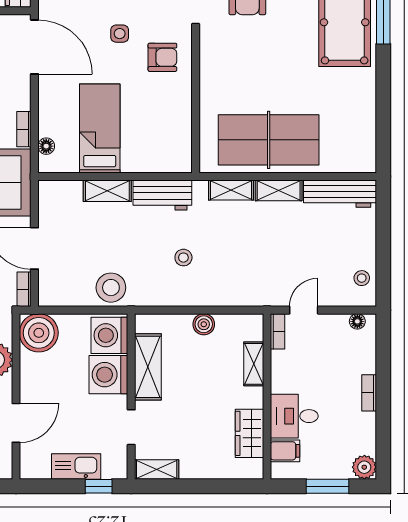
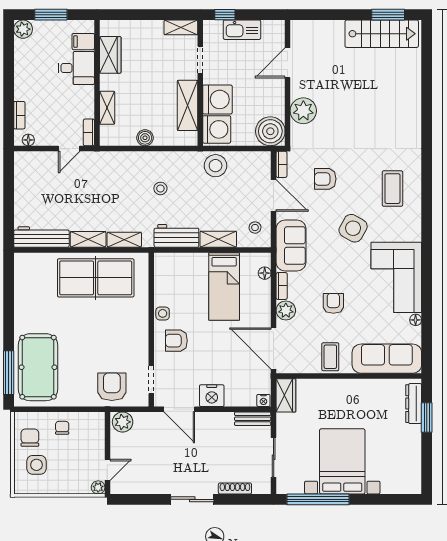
side table: (120, 34) -> (163, 313), moved
plant: (18, 97) -> (286, 310), added
stool: (362, 278) -> (255, 228), moved
bookcase: (369, 393) -> (19, 115), moved

